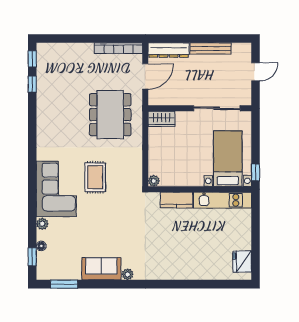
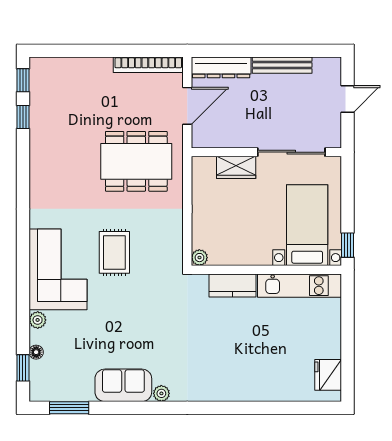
dining table: (110, 115) -> (136, 161), turned 90
wardrobe: (161, 119) -> (236, 167), moved

